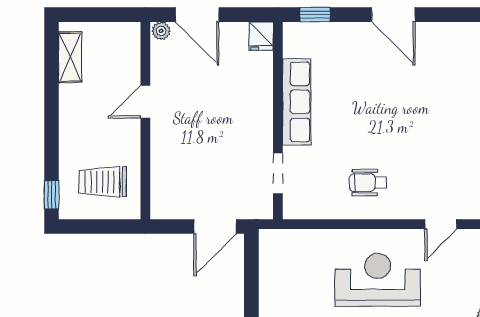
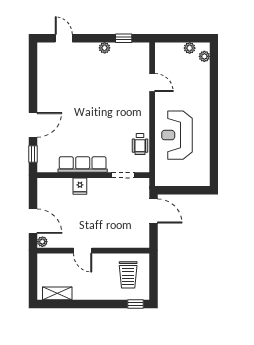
door: (197, 15) -> (33, 221), hinge flipped
door: (393, 15) -> (33, 125), moved
fridge: (261, 36) -> (80, 186), moved, turned 90
wheelchair: (368, 183) -> (140, 144), moved
reception desk: (378, 280) -> (177, 135), moved

